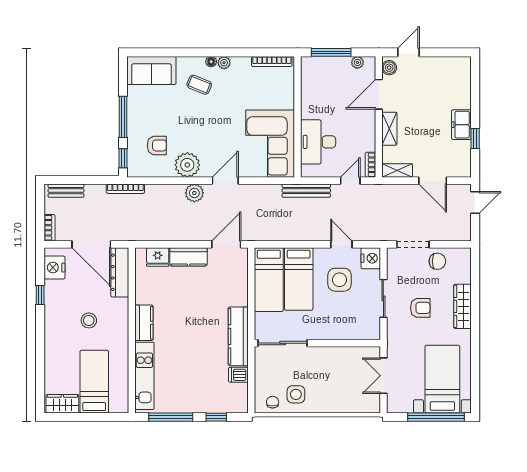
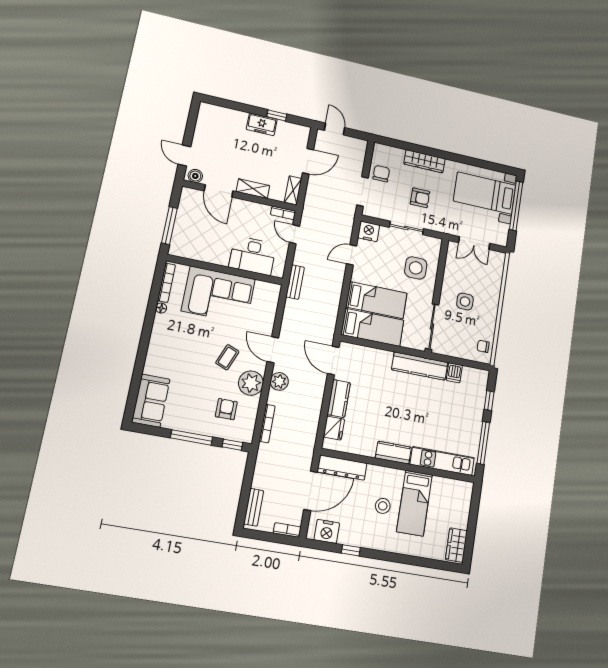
floor lamp: (211, 62) -> (161, 308), moved
plant: (357, 62) -> (184, 204), removed
plant: (224, 63) -> (158, 328), removed
coffee table: (199, 85) -> (227, 357), moved
corner sofa: (270, 144) -> (218, 295), moved
bookcase: (125, 189) -> (267, 424), moved
bench: (306, 191) -> (295, 282), width x0.73
side table: (340, 280) -> (416, 268), moved
armchair: (420, 308) -> (420, 198), turned 90
bed: (94, 382) -> (414, 503), moved, turned -90
side table: (296, 394) -> (465, 302), moved

